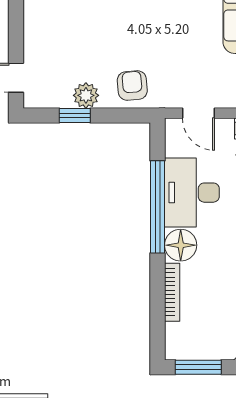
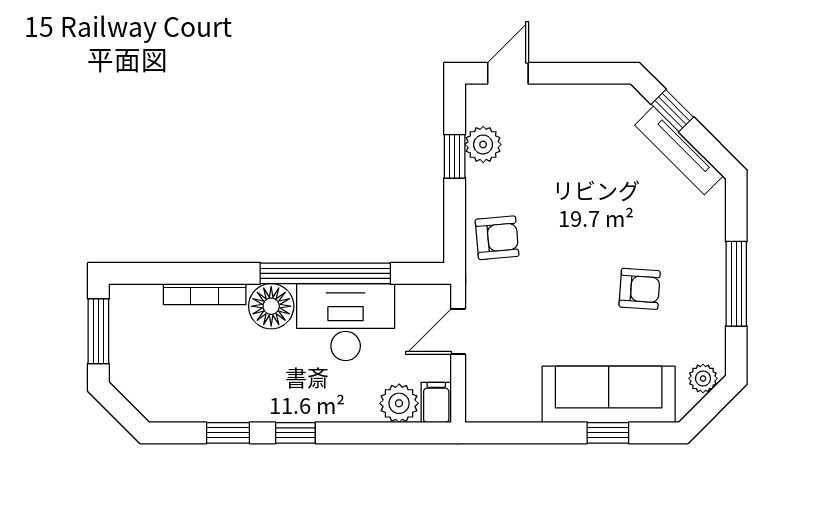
plant: (86, 95) -> (483, 144), moved

